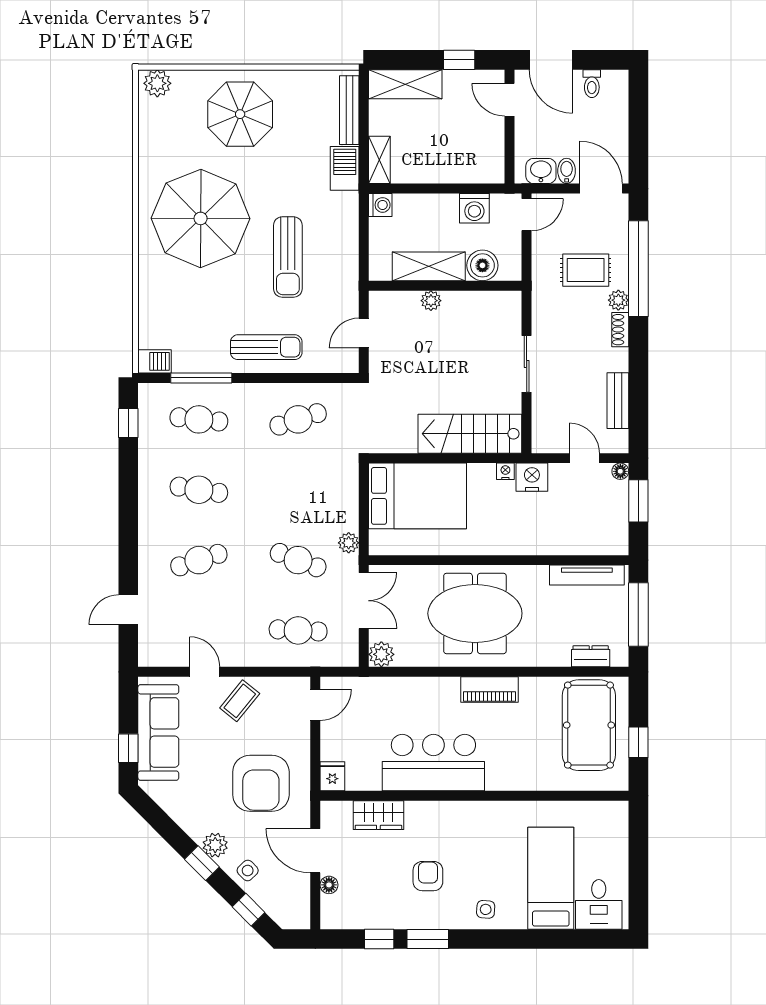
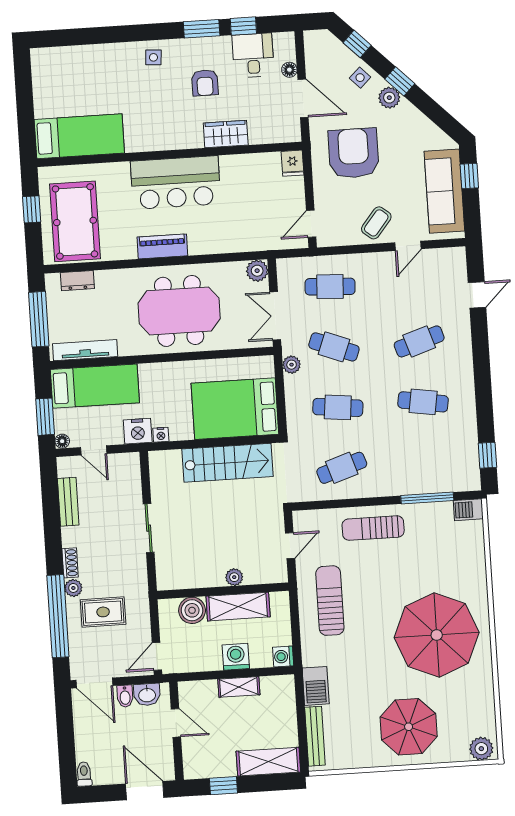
toilet: (592, 84) -> (84, 774), moved
door: (510, 100) -> (176, 723), moved
shelving: (379, 160) -> (239, 687), moved, turned 90
washing machine: (474, 208) -> (236, 657), moved
sun lounger: (288, 257) -> (330, 601), moved
cafe table: (199, 419) -> (338, 407), moved
stairs: (470, 434) -> (227, 463), moved
bed: (578, 533) -> (95, 386), added
door: (205, 672) -> (408, 246), hinge flipped
bar counter: (433, 763) -> (176, 183), moved
wardrobe: (378, 815) -> (226, 134), moved
bed: (551, 878) -> (79, 136), moved, turned -90
desk: (599, 904) -> (253, 55), moved

